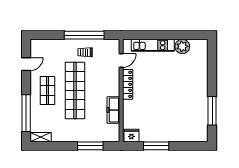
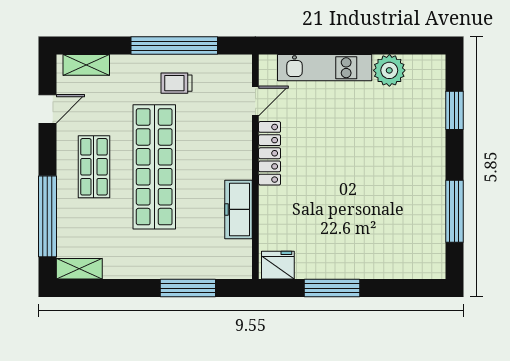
shelving: (44, 44) -> (86, 65), added
window: (212, 65) -> (454, 110), added

